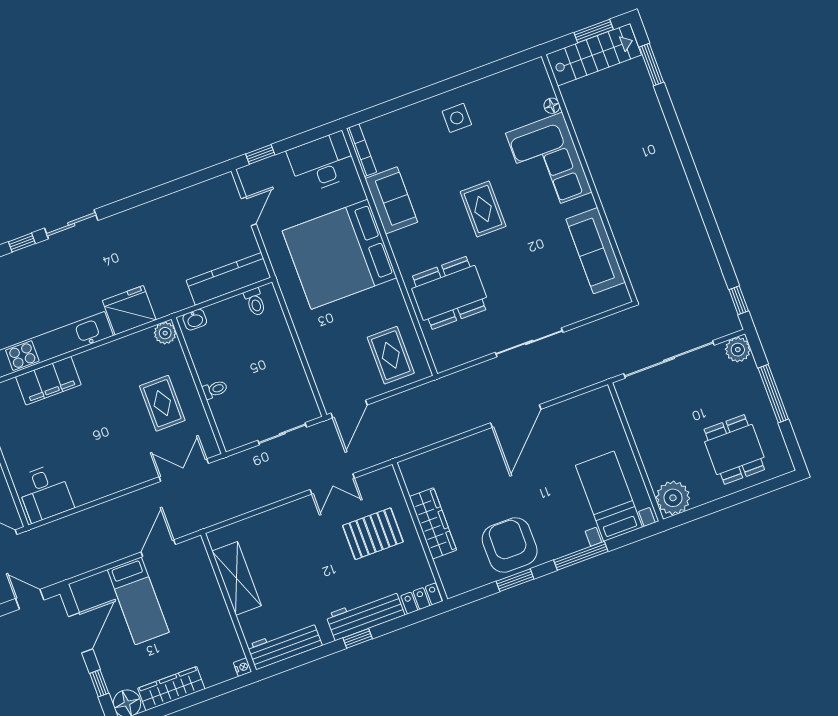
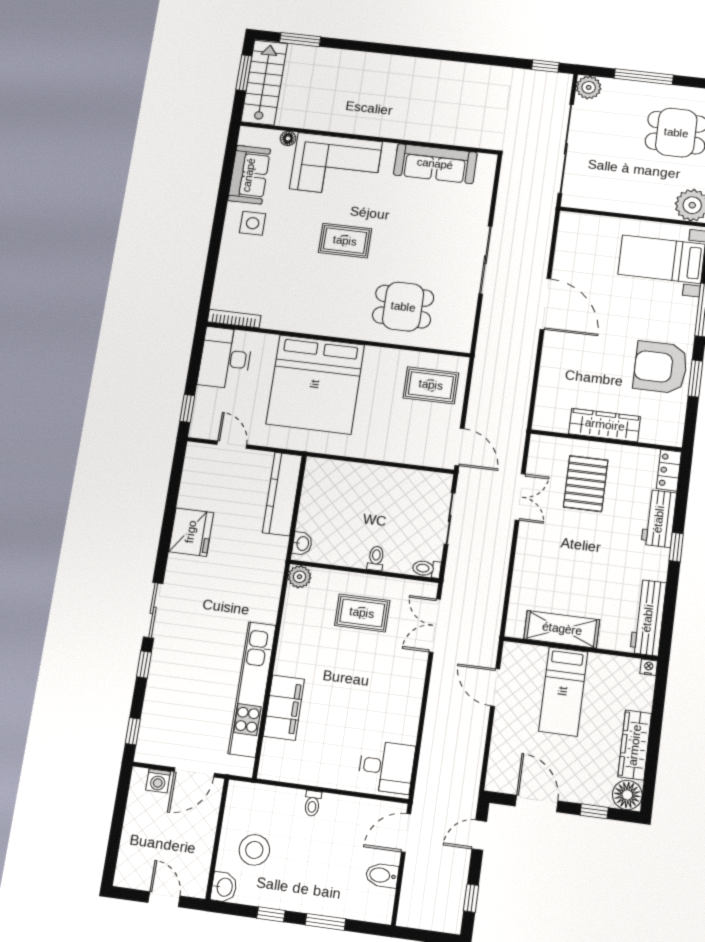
sofa: (391, 200) -> (249, 175), moved, turned 90
dining table: (449, 293) -> (403, 307), width x0.73
toilet: (255, 302) -> (427, 569), moved, turned 180
fridge: (129, 310) -> (191, 532), moved, turned 180
bed: (138, 601) -> (563, 691), moved, turned 90
workbench: (365, 615) -> (659, 519), width x0.73

